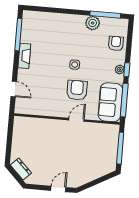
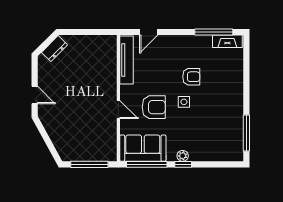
plant: (93, 23) -> (235, 119), removed
armchair: (116, 44) -> (191, 77), moved
fireplace: (24, 56) -> (227, 41), moved
tv unit: (36, 110) -> (126, 60), added

